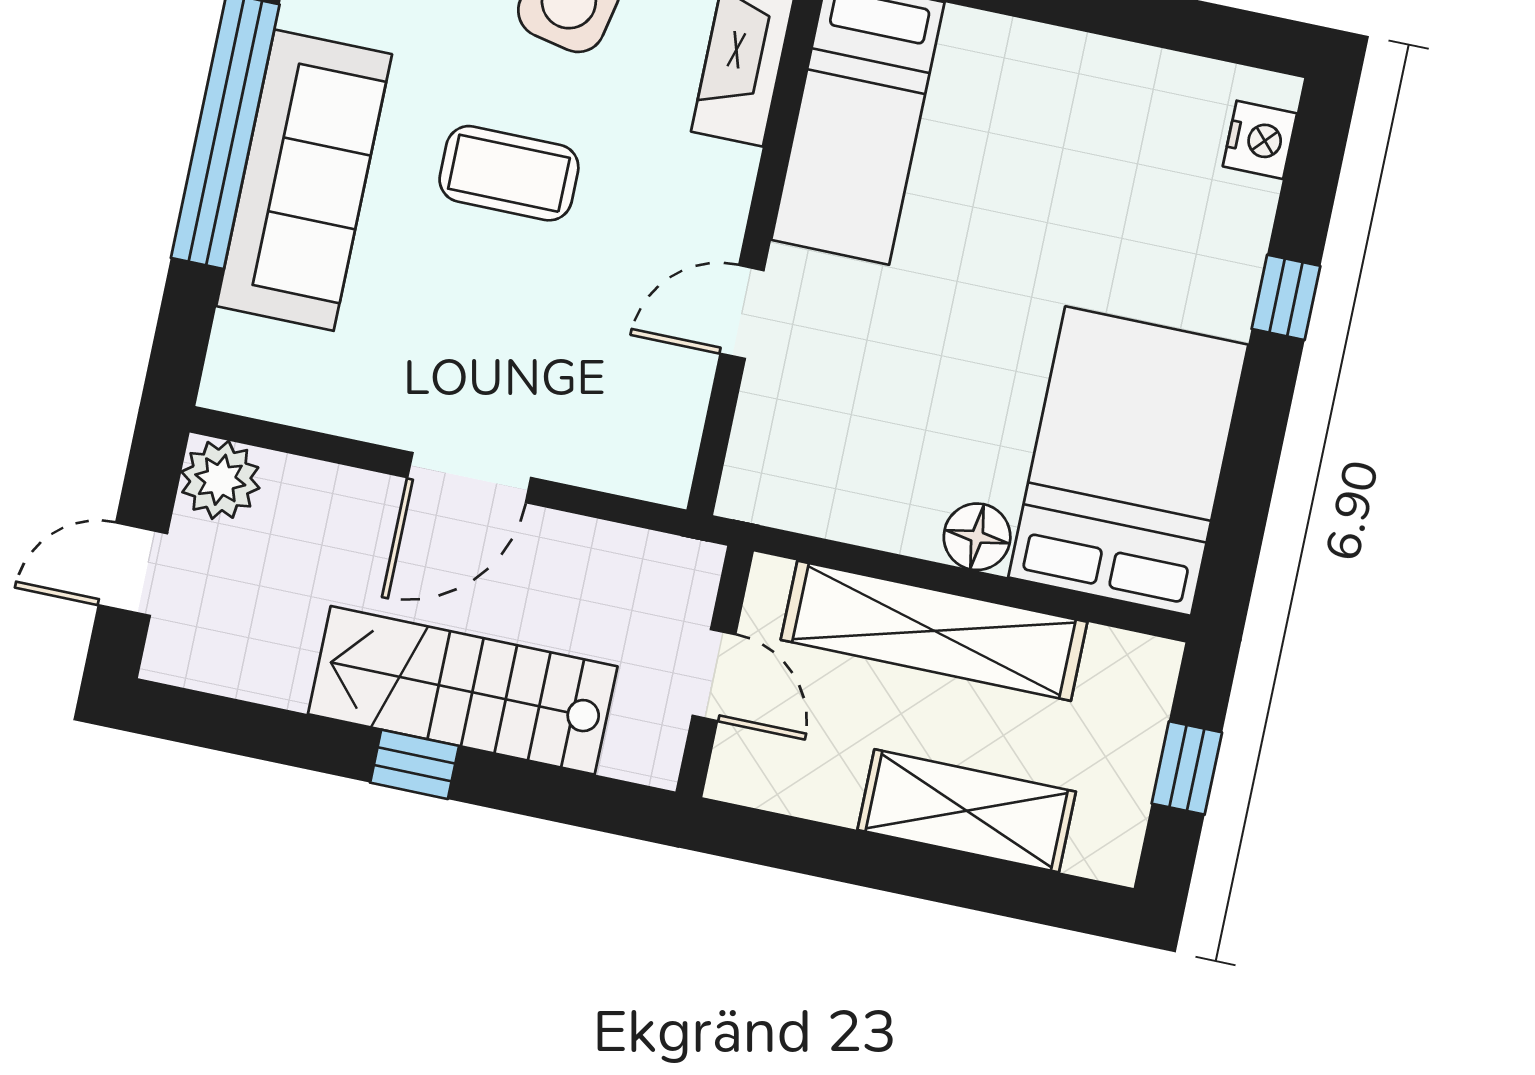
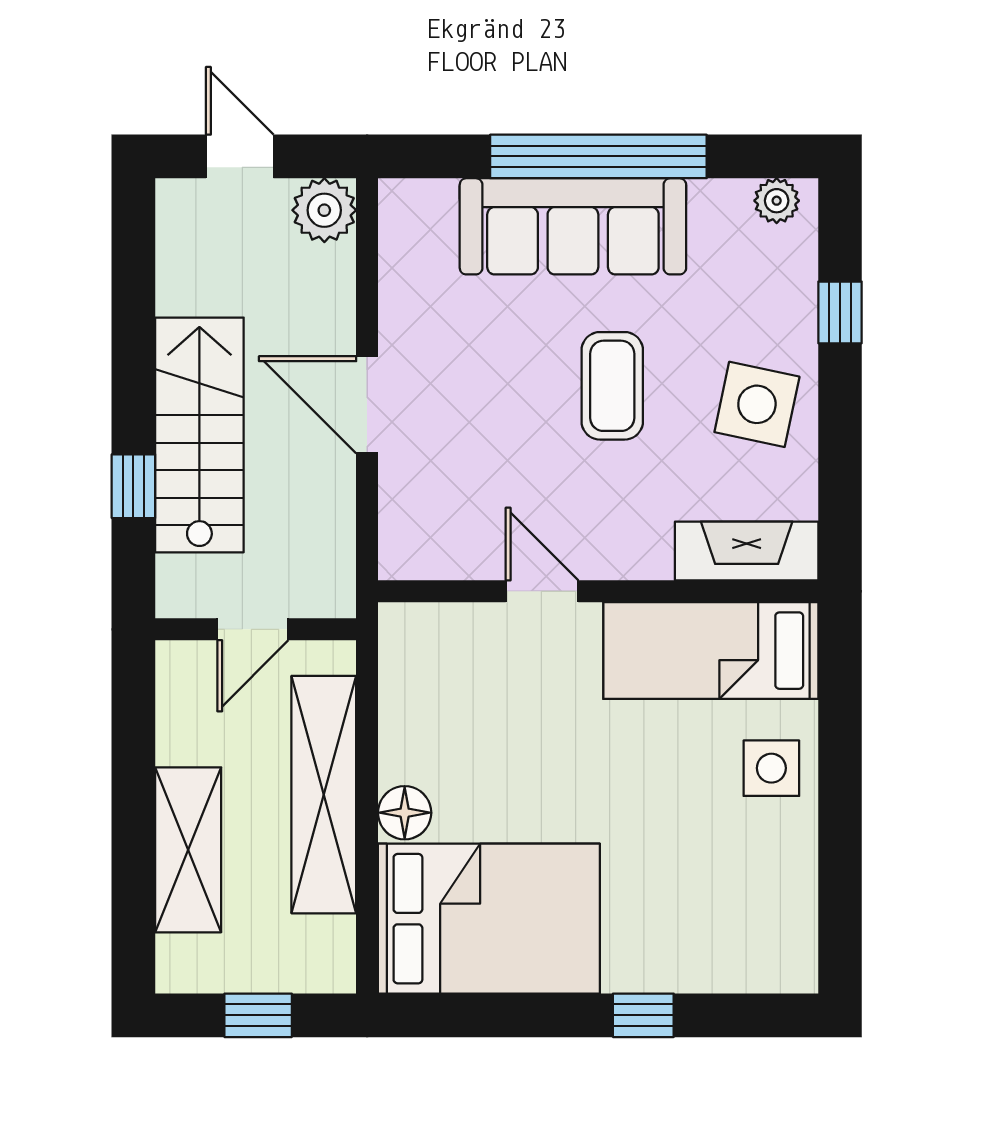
side table: (1017, 77) -> (771, 768), added
nightstand: (1260, 140) -> (762, 969), removed
window: (415, 764) -> (133, 486), moved

